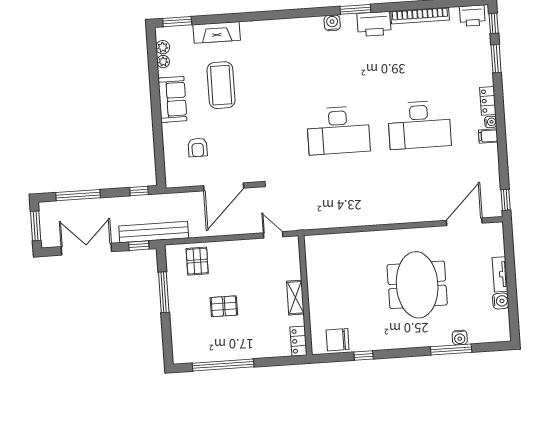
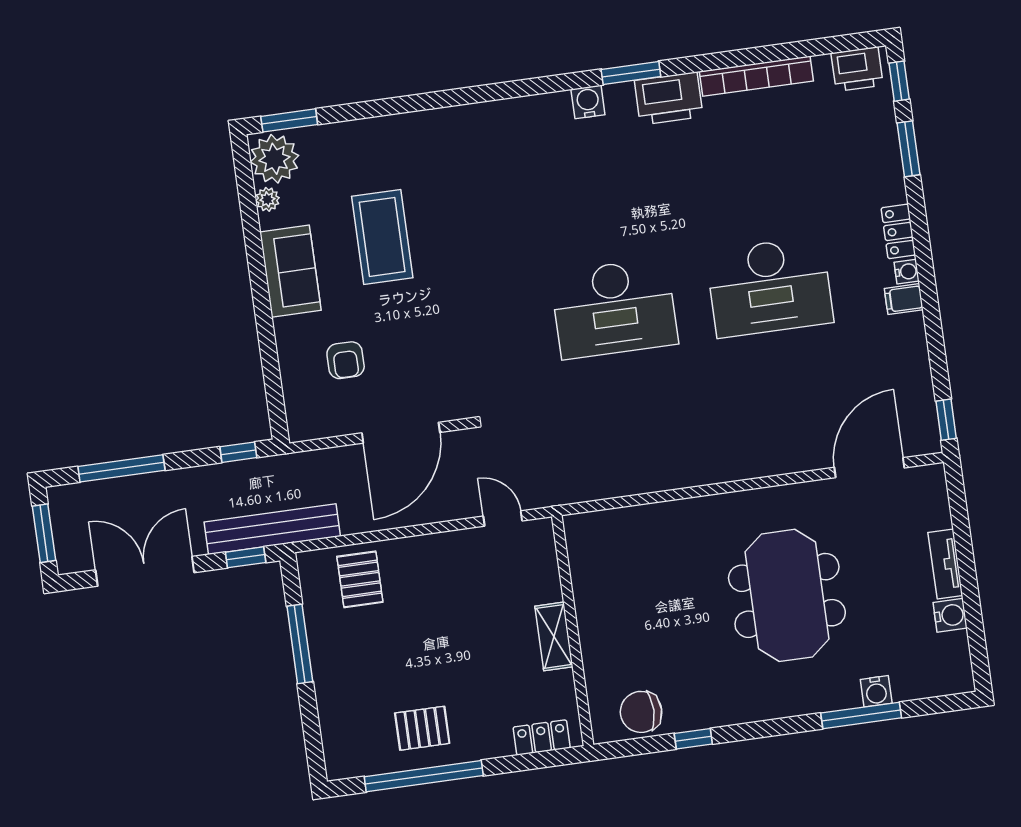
fireplace: (217, 32) -> (367, 136), removed
plant: (163, 47) -> (274, 159), width x1.87, depth x1.87
pallet: (224, 306) -> (422, 728), moved
locker: (298, 341) -> (542, 737), moved, turned 90

